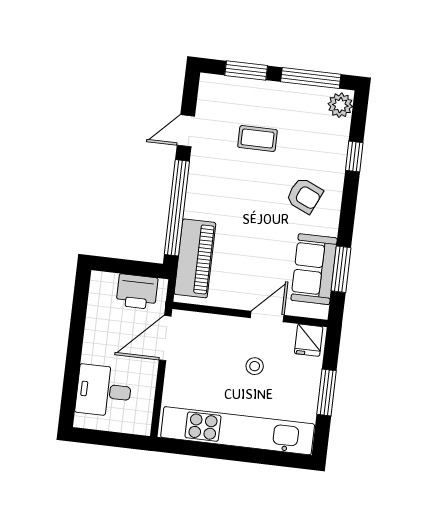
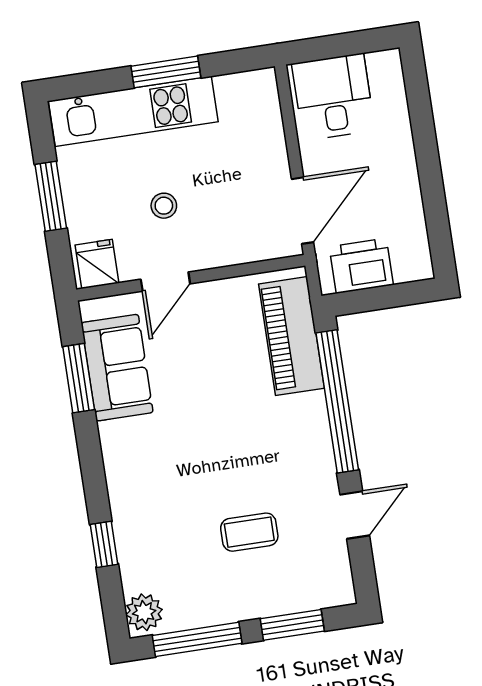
armchair: (304, 196) -> (160, 469), removed
desk: (104, 391) -> (333, 97), moved, turned -90
kitchen unit: (238, 431) -> (133, 111), width x0.73
window: (229, 453) -> (166, 72), added

